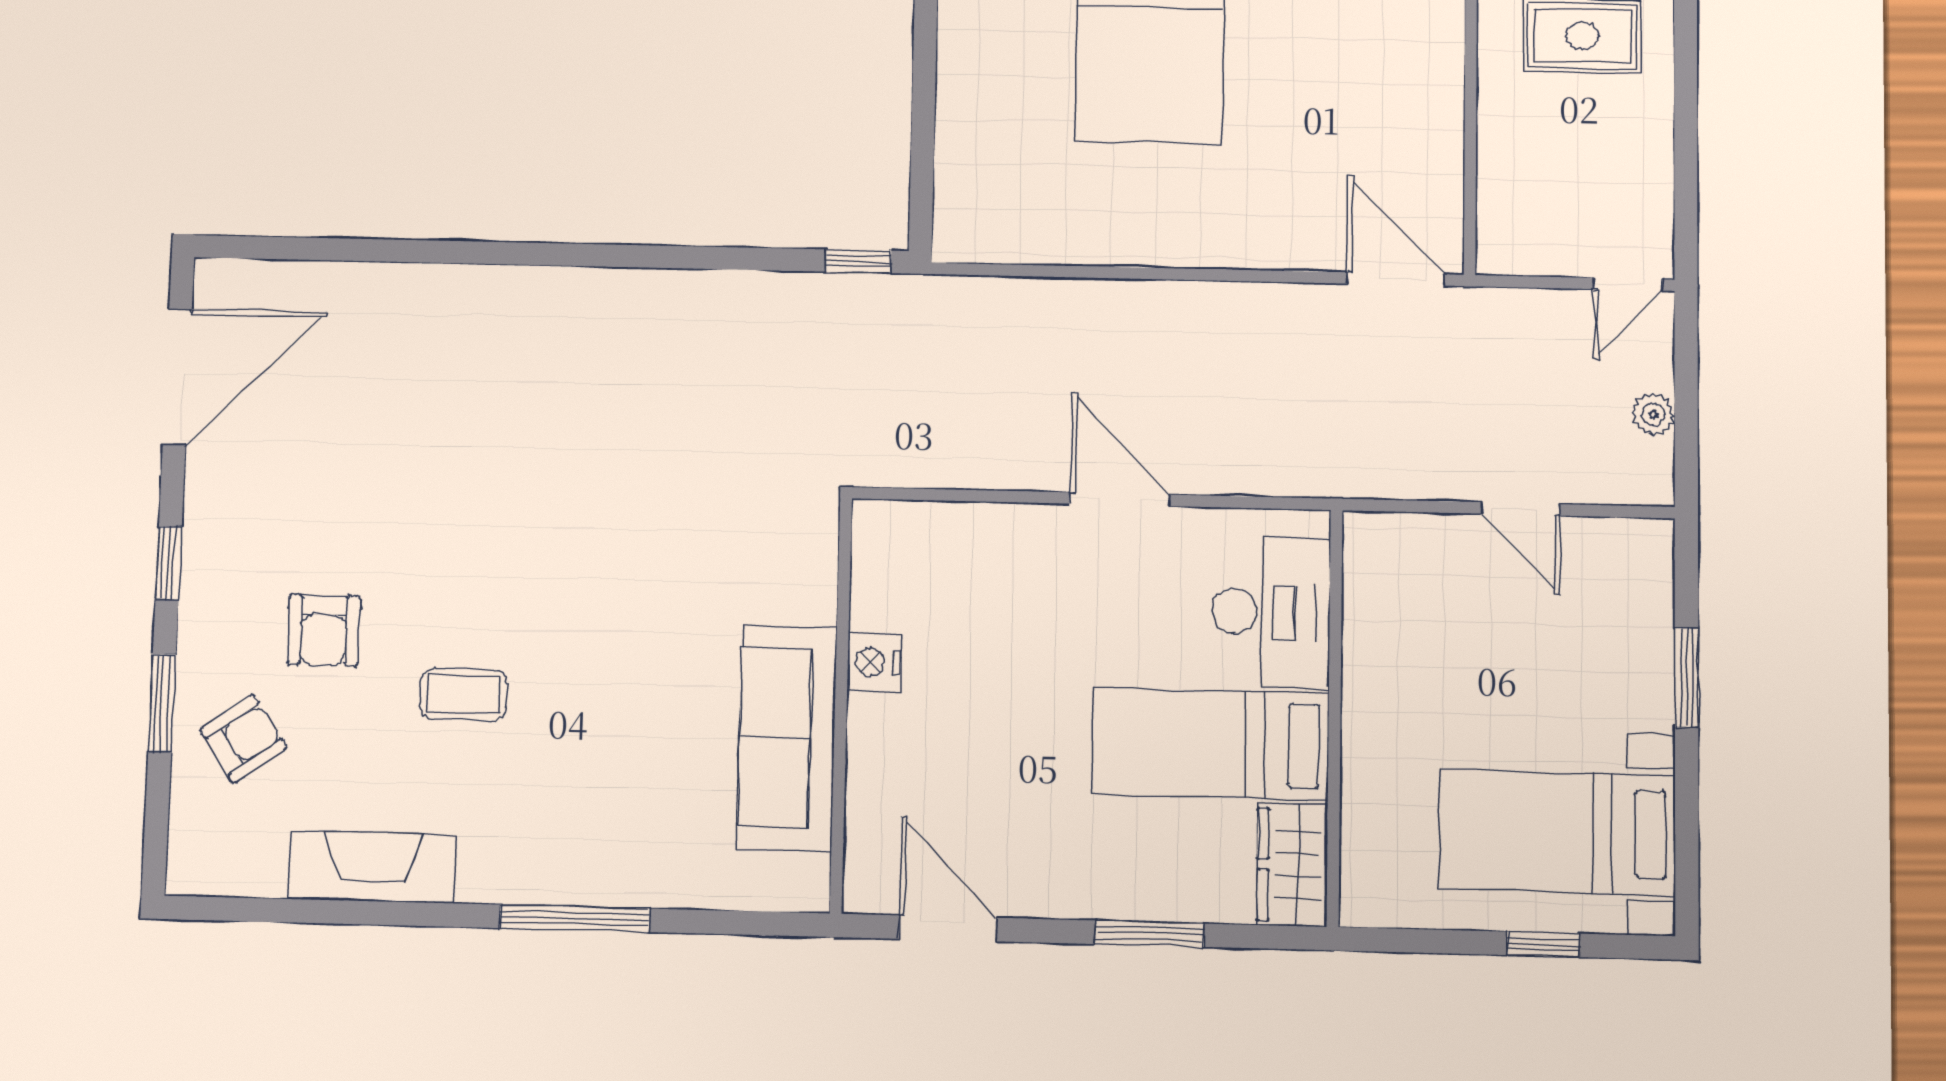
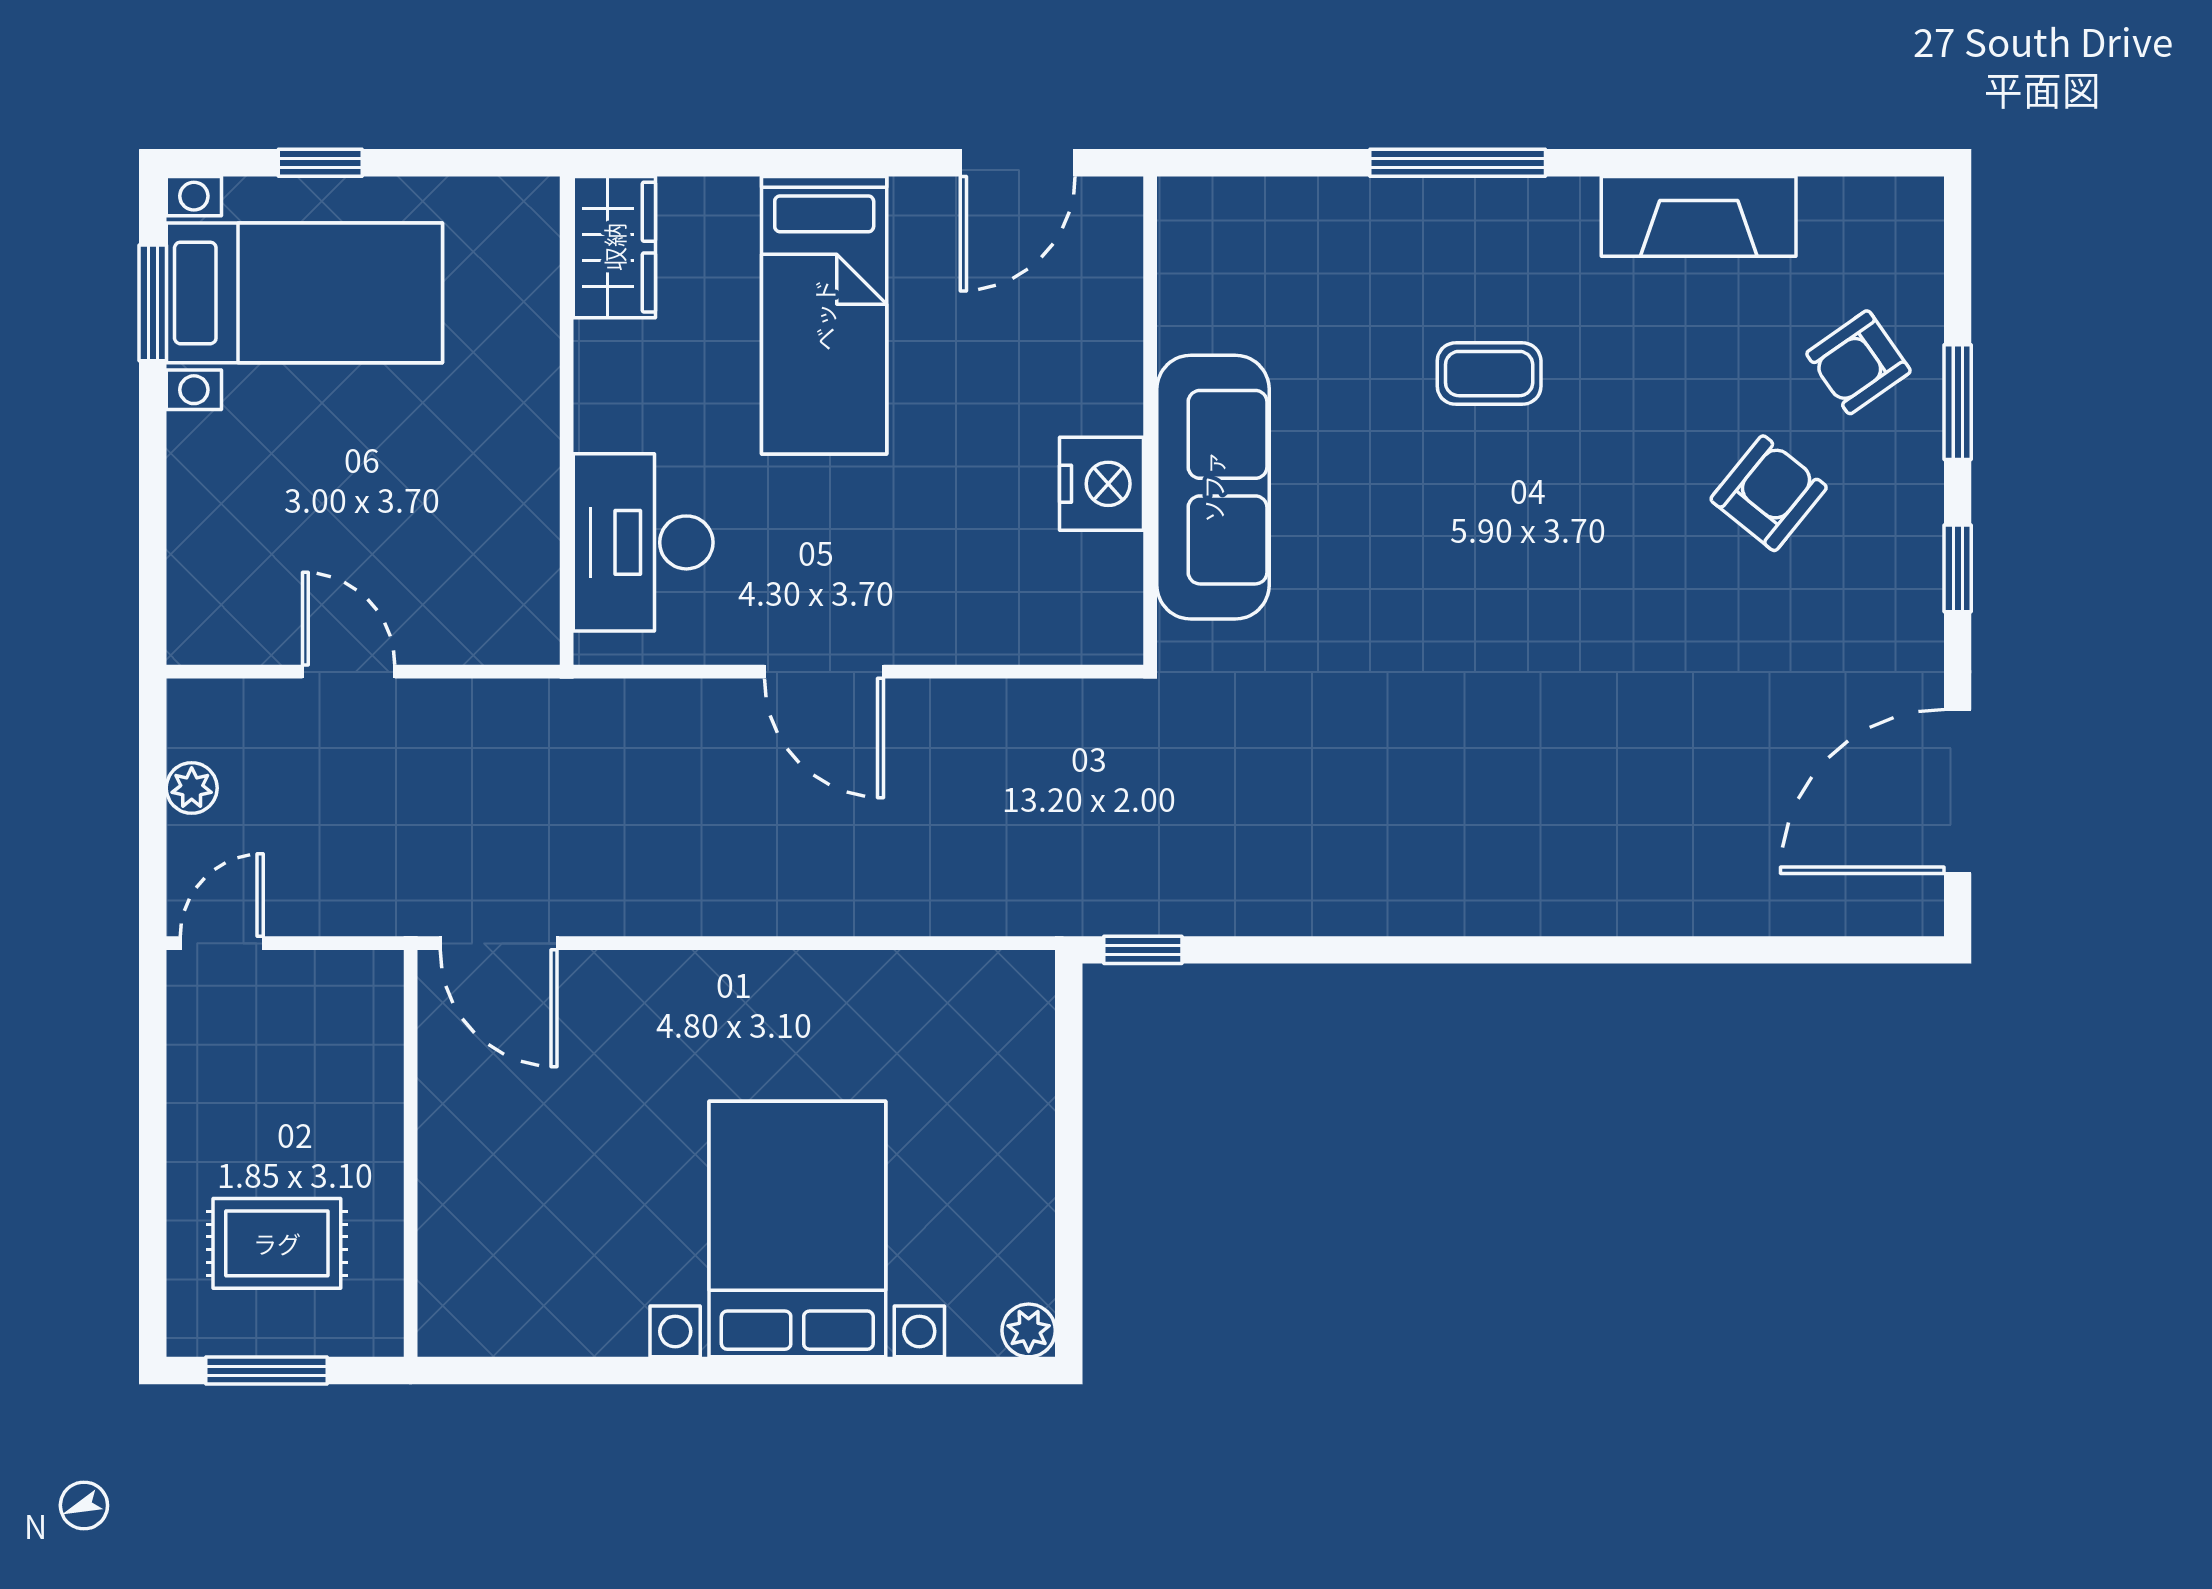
armchair: (324, 630) -> (1769, 493), turned 39
nightstand: (874, 662) -> (1101, 484), width x1.36, depth x1.33
window: (1687, 677) -> (153, 303), moved
coffee table: (464, 694) -> (1489, 374), moved
sofa: (787, 738) -> (1213, 487), moved
bed: (1211, 744) -> (824, 315), moved, turned 90
door: (948, 928) -> (1018, 163), hinge flipped
window: (1150, 934) -> (781, 163), removed

